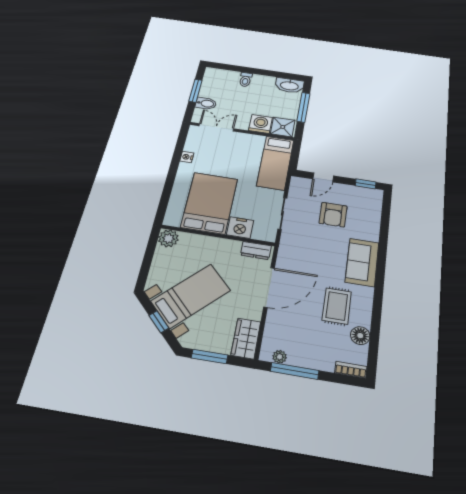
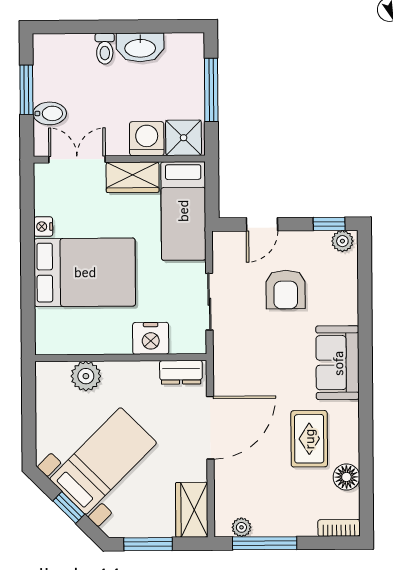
washbasin: (289, 85) -> (140, 47), moved
wardrobe: (248, 141) -> (133, 177), added
plant: (373, 194) -> (342, 241), added
bed: (209, 203) -> (85, 272), moved, turned 90
plant: (168, 238) -> (86, 376), moved

